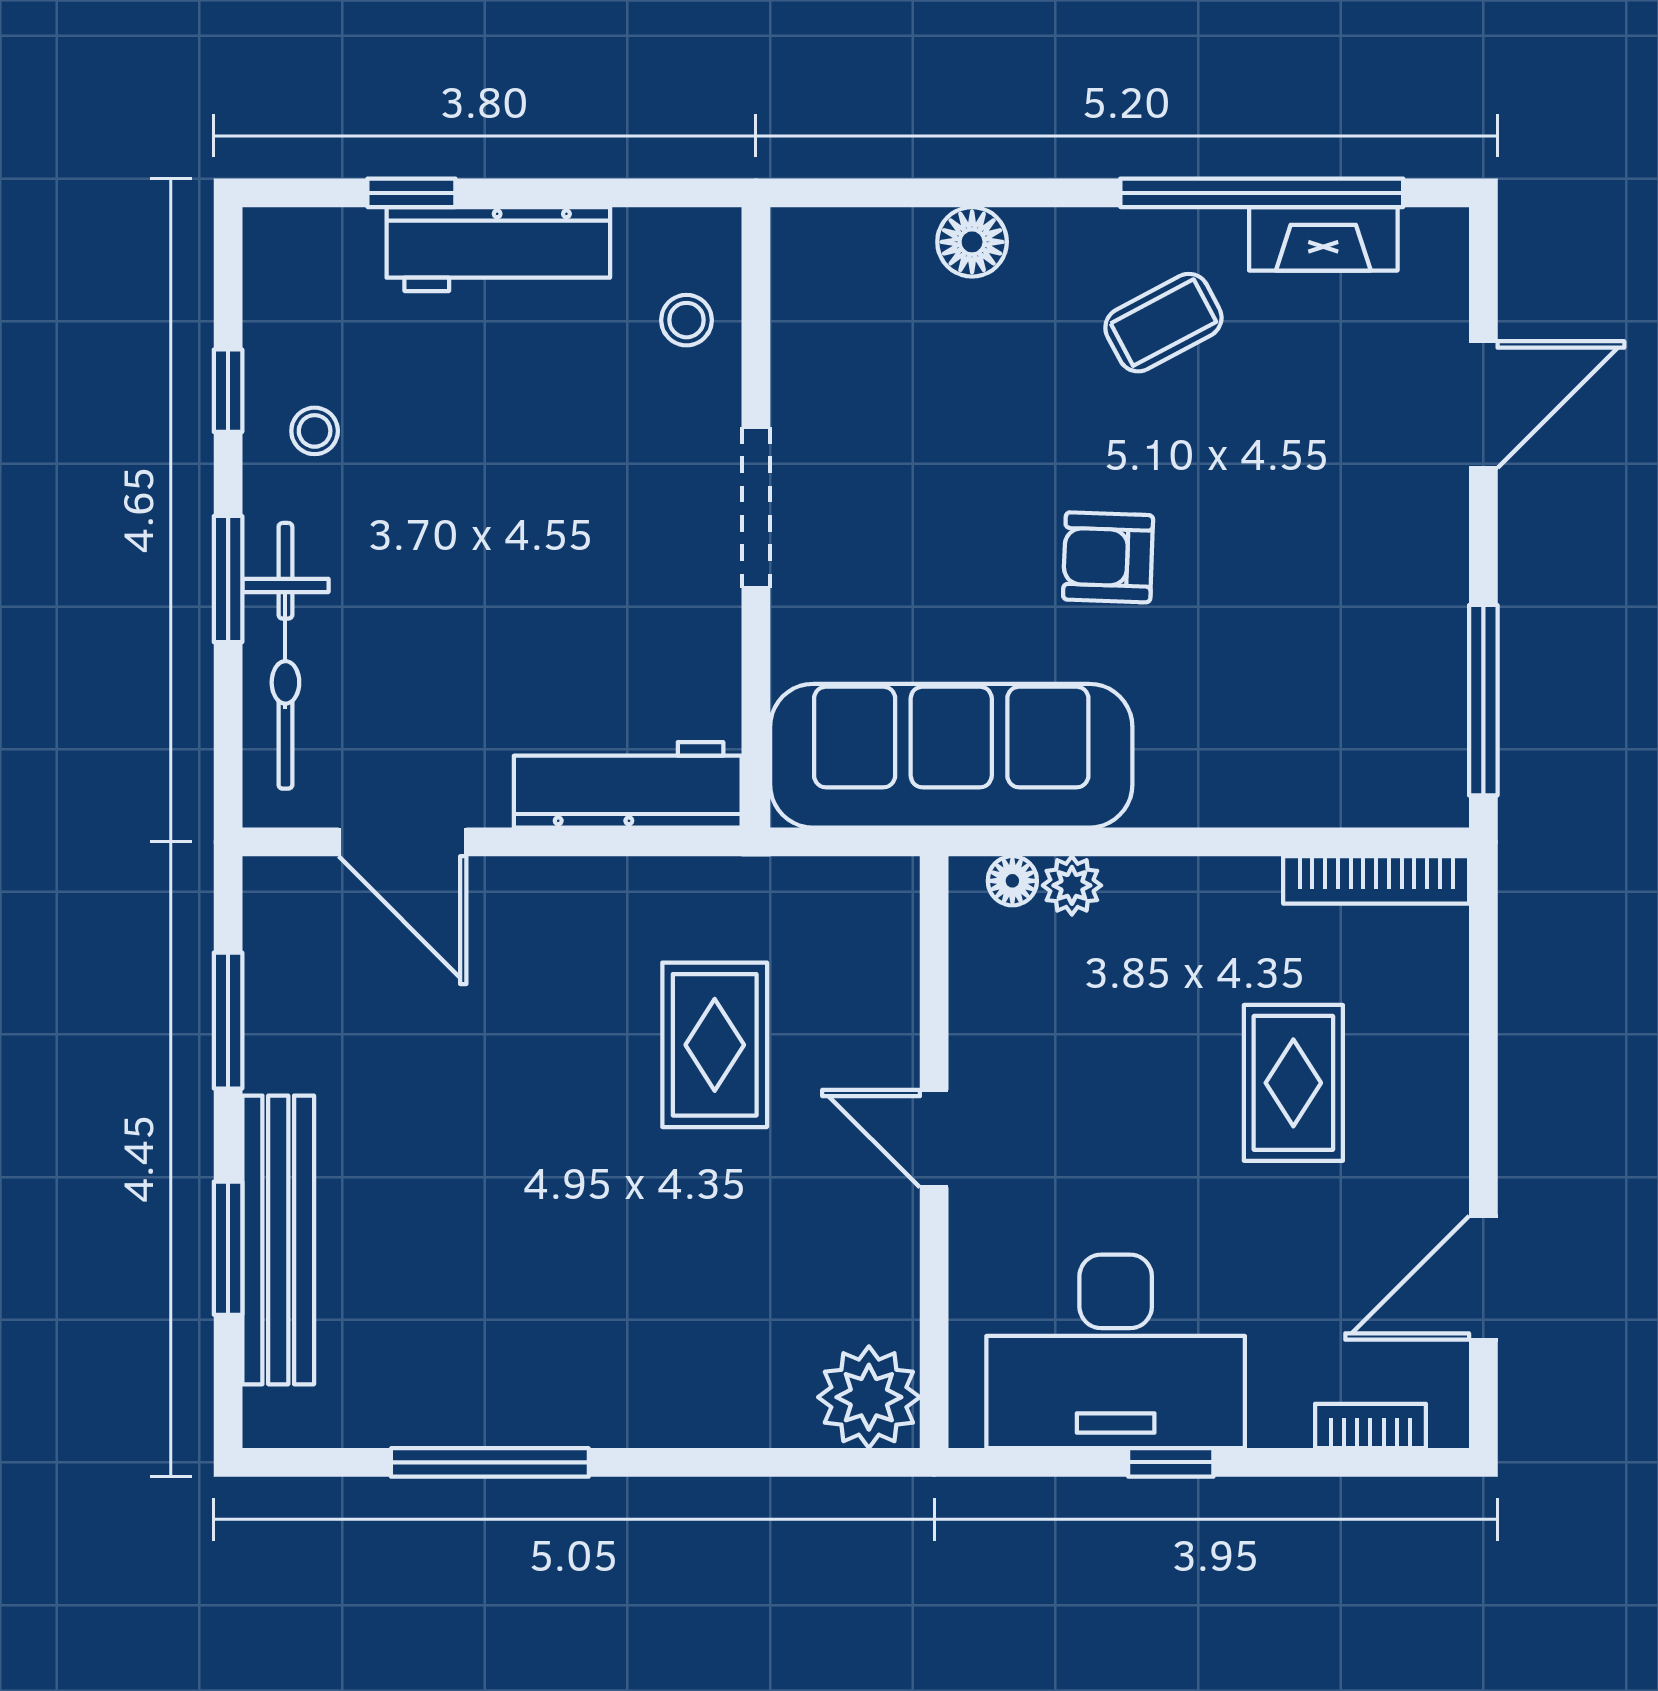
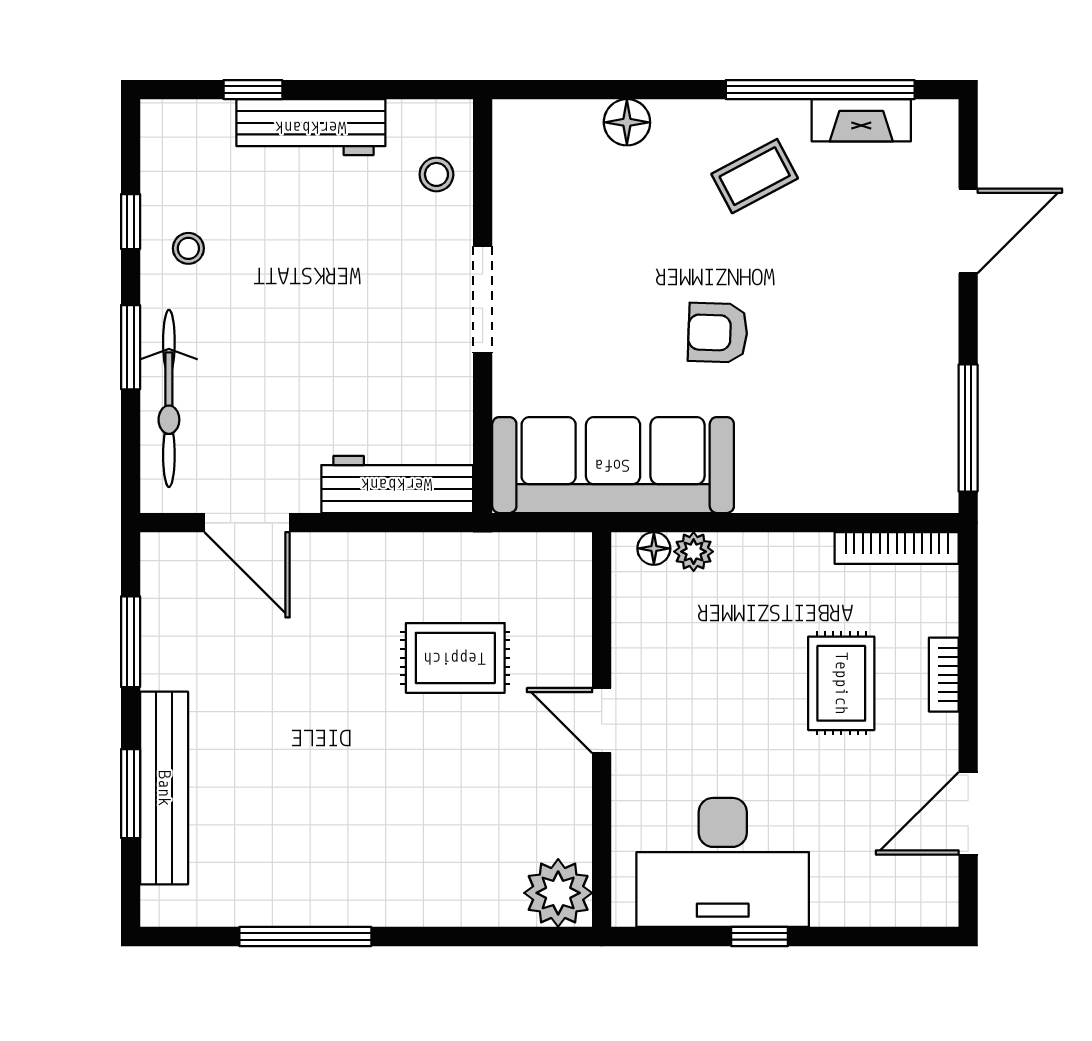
rug: (715, 1045) -> (455, 658), turned 90
bookcase: (1370, 1426) -> (944, 675), moved, turned -90

